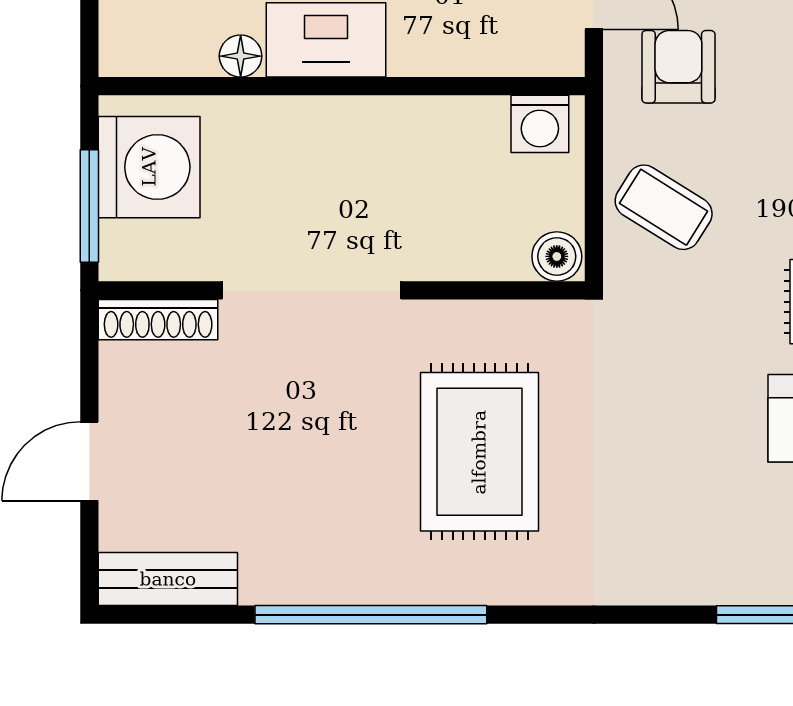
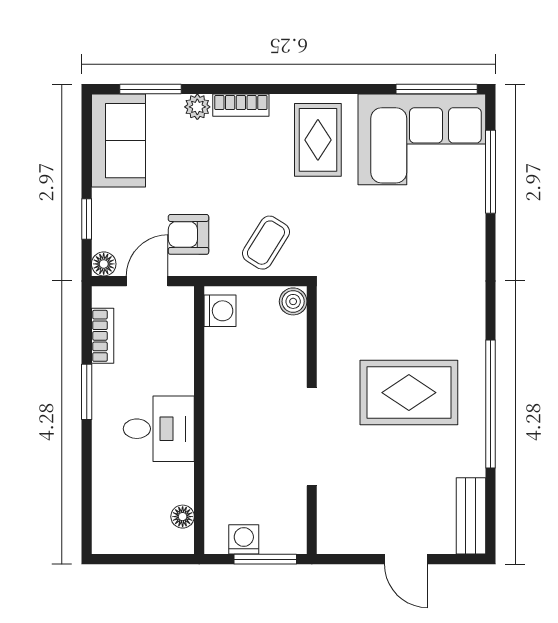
floor lamp: (241, 56) -> (183, 517), moved
washing machine: (149, 167) -> (244, 539), width x0.53, depth x0.53
shoe rack: (158, 320) -> (328, 521), removed
rug: (479, 452) -> (409, 393), moved

